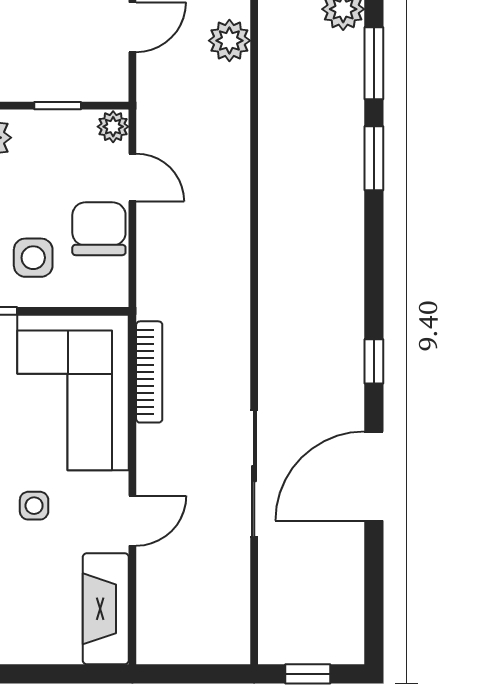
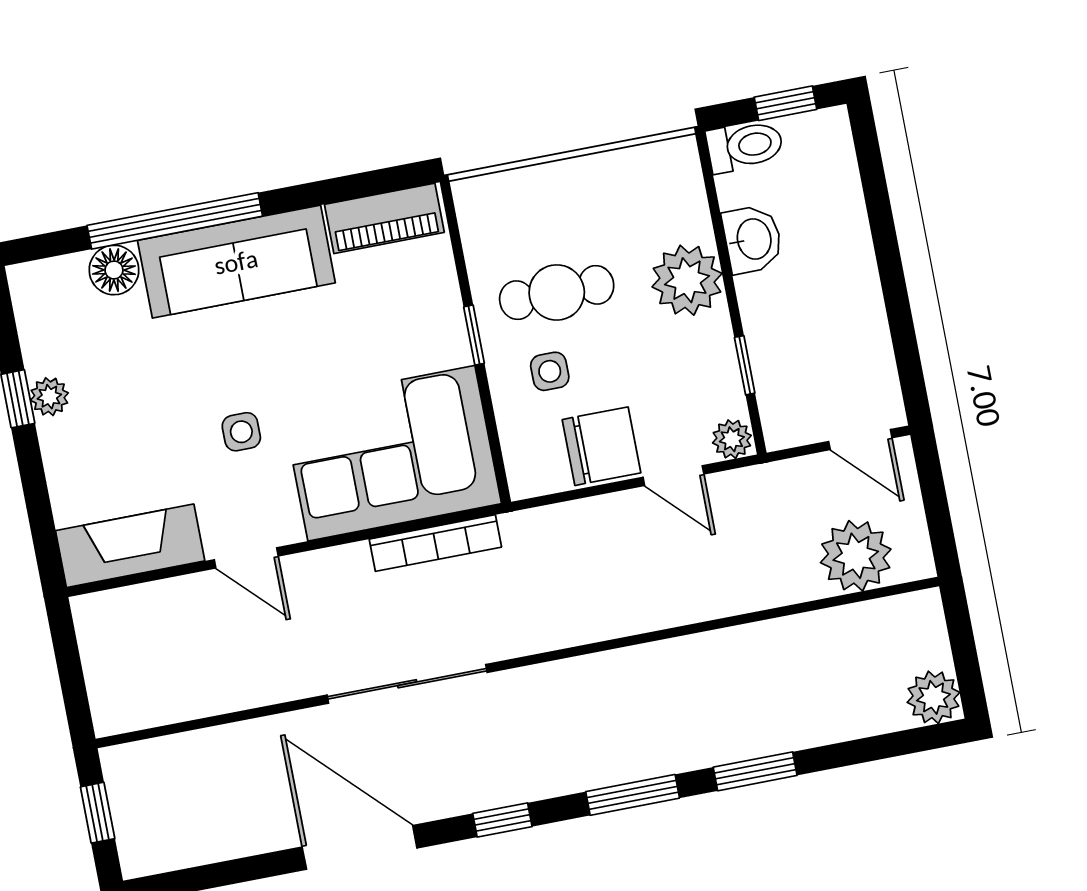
plant: (229, 41) -> (856, 556), width x1.36, depth x1.36
window: (374, 63) -> (633, 795), moved
door: (132, 177) -> (673, 476), hinge flipped
side table: (33, 258) -> (550, 371), width x0.73, depth x0.73
sliding door: (254, 474) -> (407, 684), moved

